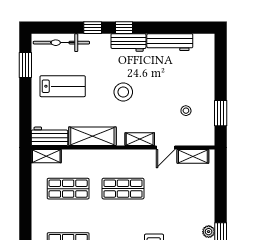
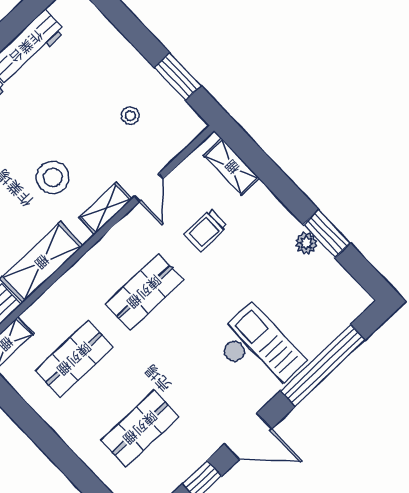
stool: (123, 92) -> (53, 177), moved
shelving: (193, 156) -> (232, 167), moved, turned 90
trolley: (172, 187) -> (206, 230), added

